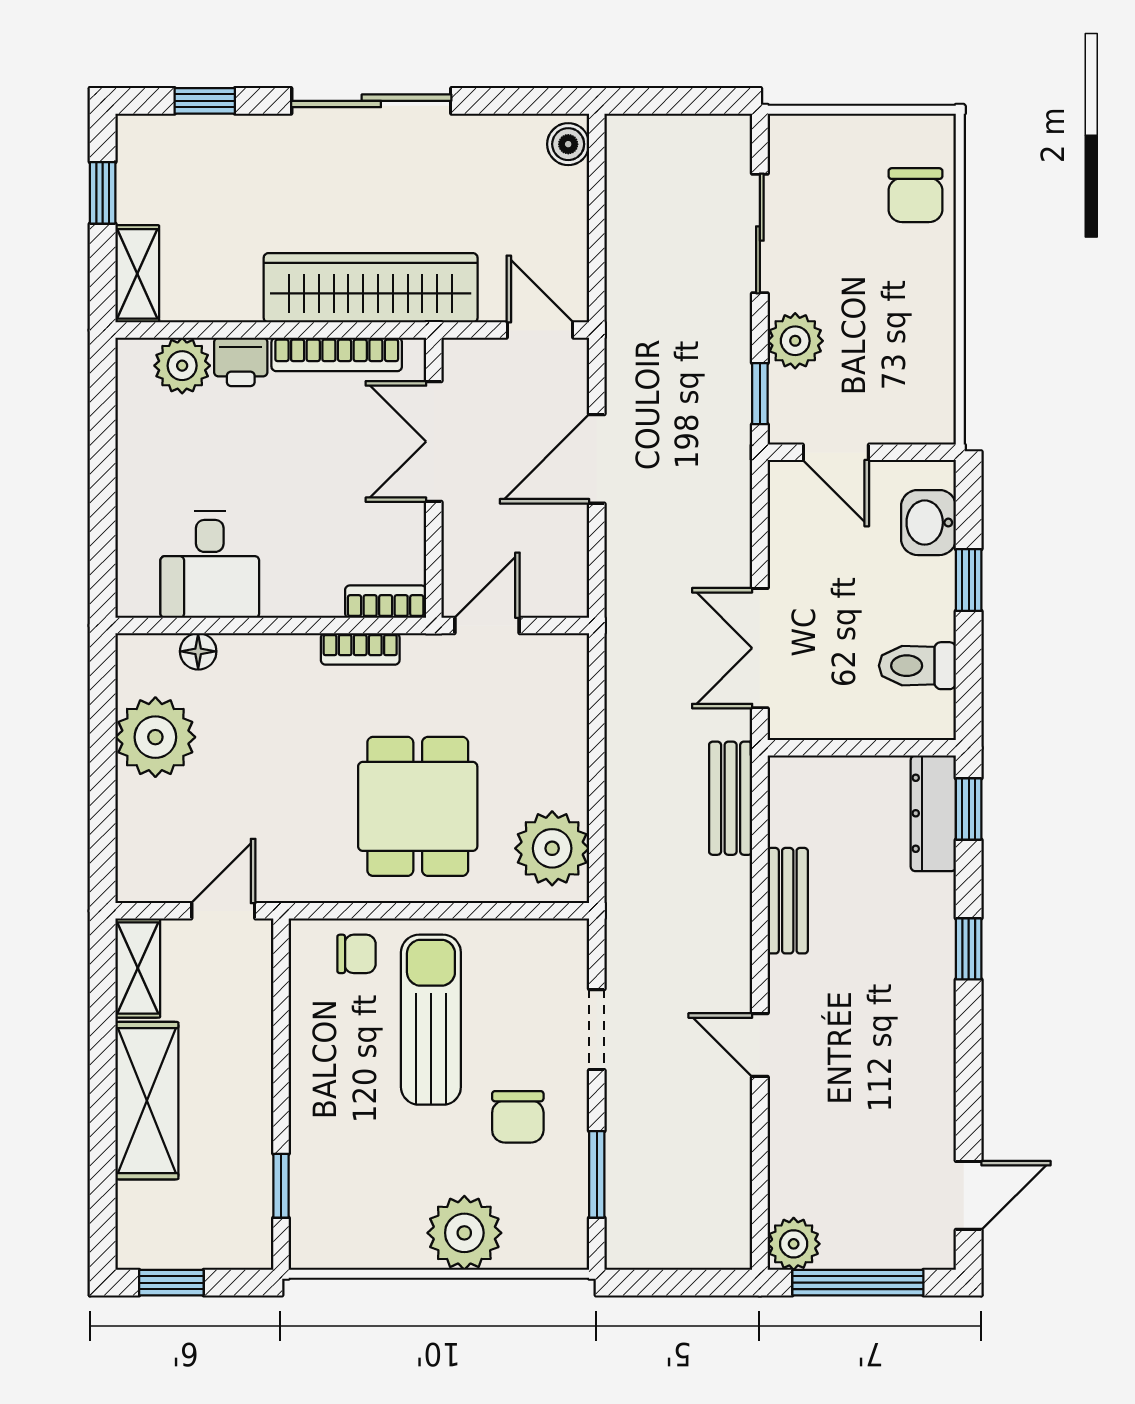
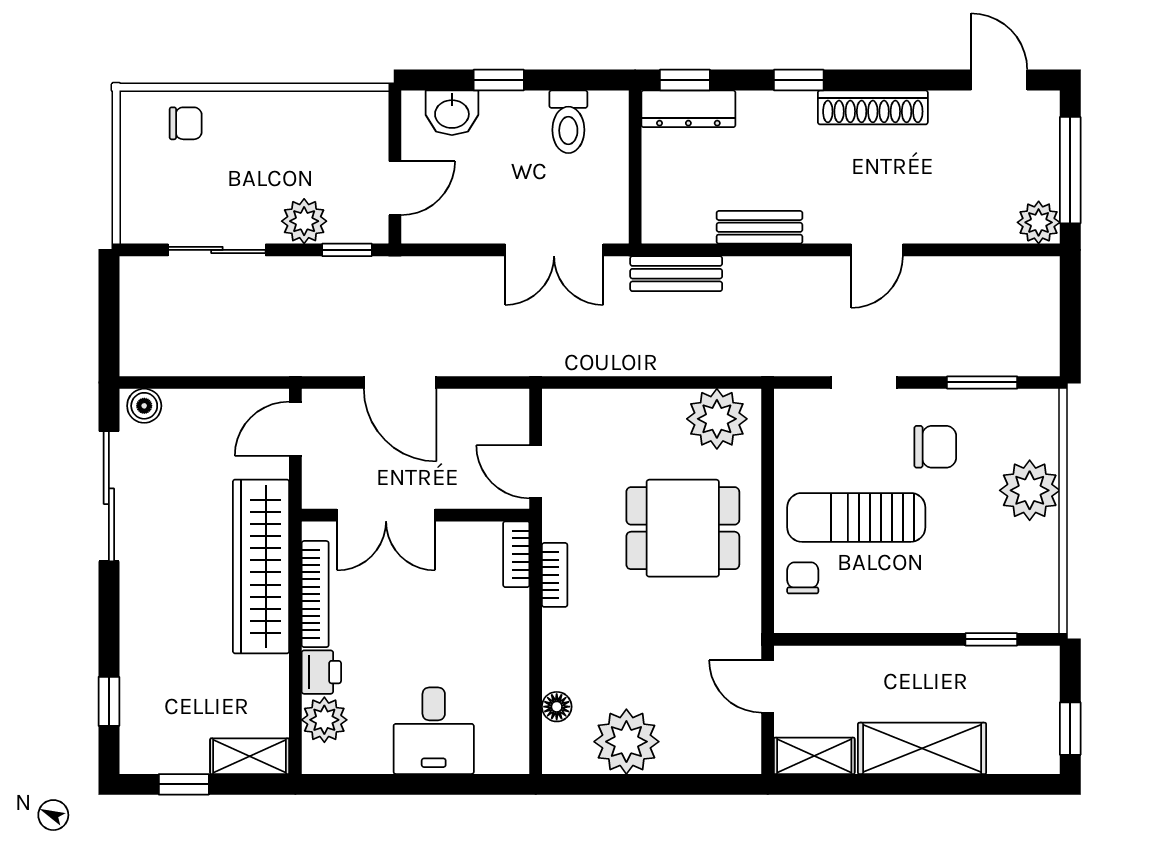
sliding door: (371, 101) -> (109, 496), moved
chair: (916, 195) -> (186, 123), width x0.73, depth x0.73
desk: (210, 565) -> (434, 731), moved, turned 90
shoe rack: (935, 1040) -> (873, 107), added

